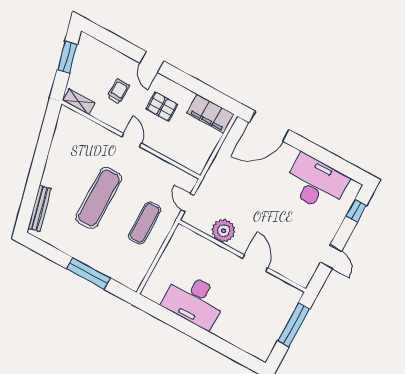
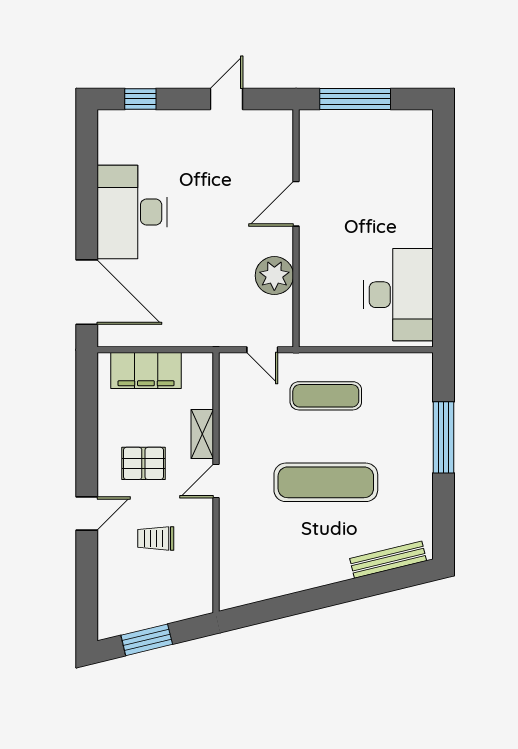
shelving: (79, 102) -> (202, 434), moved
pallet: (162, 107) -> (143, 463), turned 90
filing cabinet: (210, 114) -> (146, 371), moved, turned 90
desk: (316, 183) -> (132, 212), moved
door: (188, 203) -> (262, 350), hinge flipped
desk: (194, 300) -> (398, 295), moved

